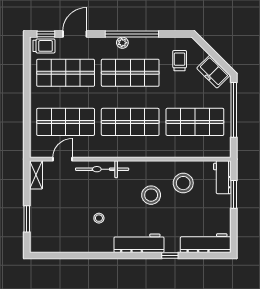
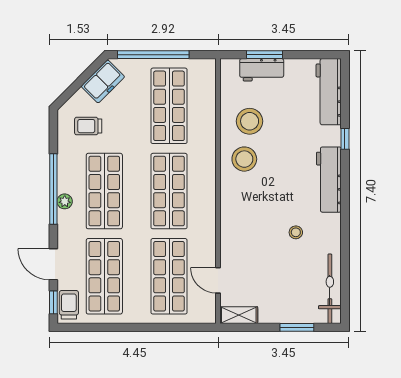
bicycle: (102, 169) -> (330, 289), moved, turned 180
workbench: (222, 177) -> (262, 70), moved
stool: (151, 195) -> (244, 159), moved

